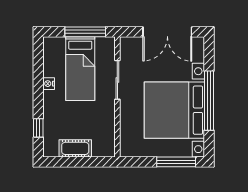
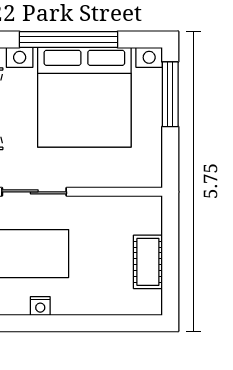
window: (38, 128) -> (114, 323), removed

